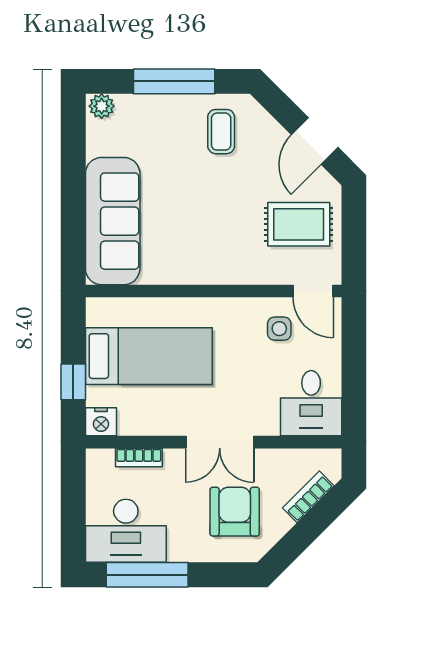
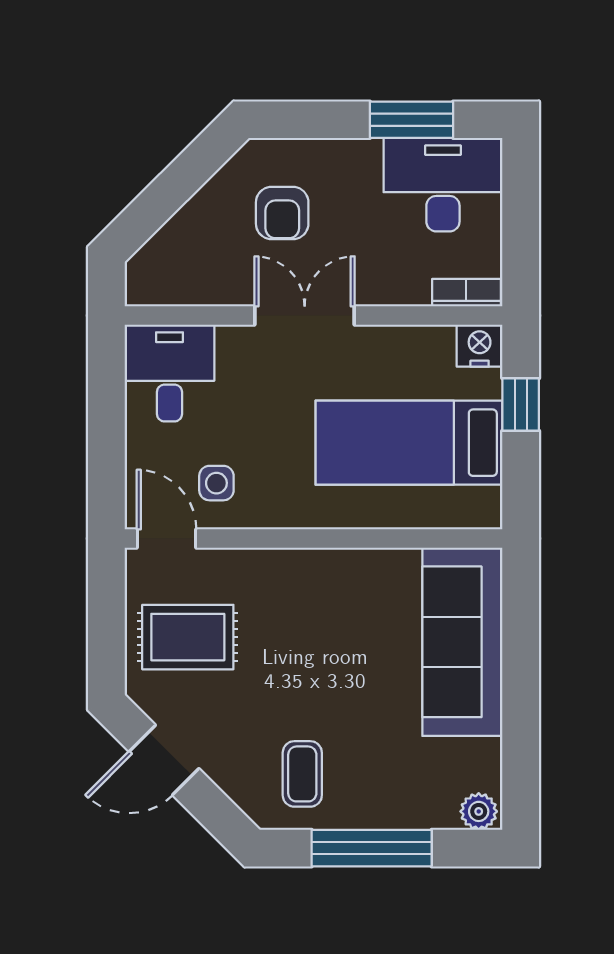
door: (315, 141) -> (164, 760), swing flipped
bookcase: (139, 458) -> (466, 293), moved
bookcase: (308, 497) -> (174, 235), removed
armchair: (235, 512) -> (282, 213), width x0.72, depth x0.72
window: (147, 575) -> (411, 120), width x0.69

